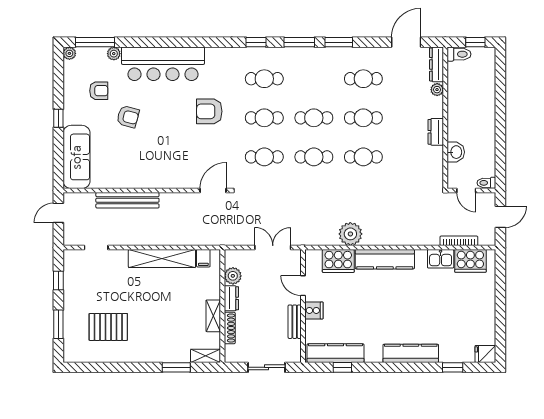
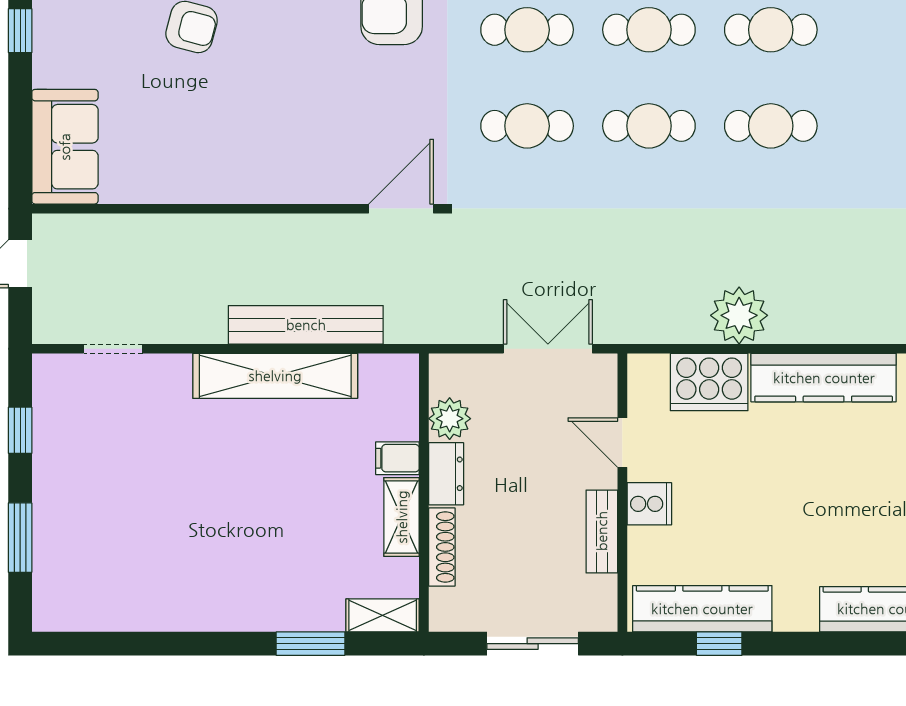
sofa: (76, 157) -> (65, 147), width x0.73
bench: (127, 200) -> (306, 325), moved
filing cabinet: (203, 258) -> (397, 458), moved, turned 90
pallet: (108, 327) -> (143, 544), removed

